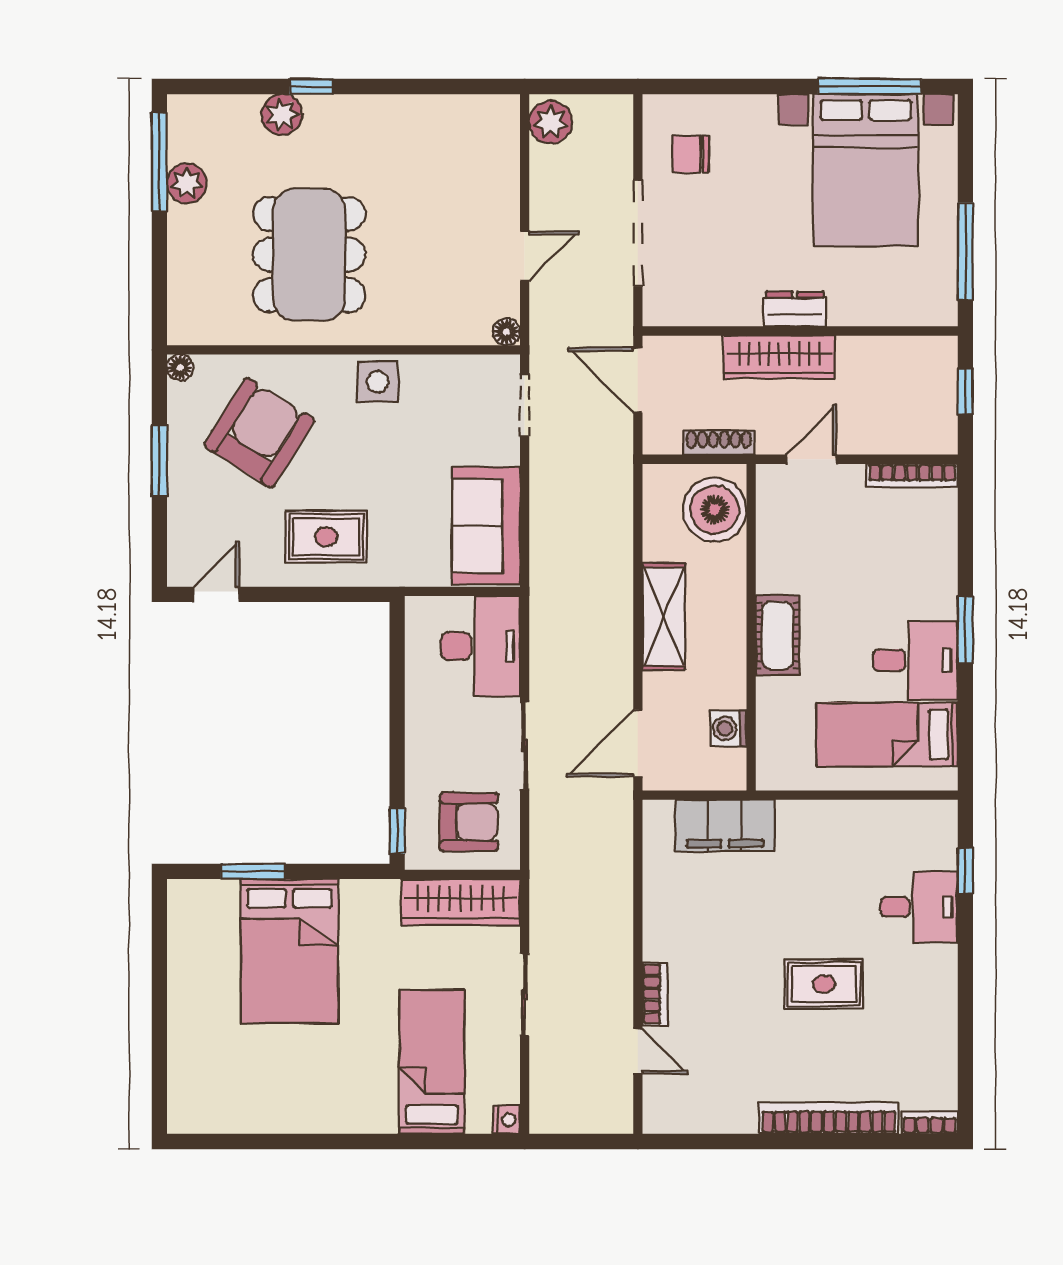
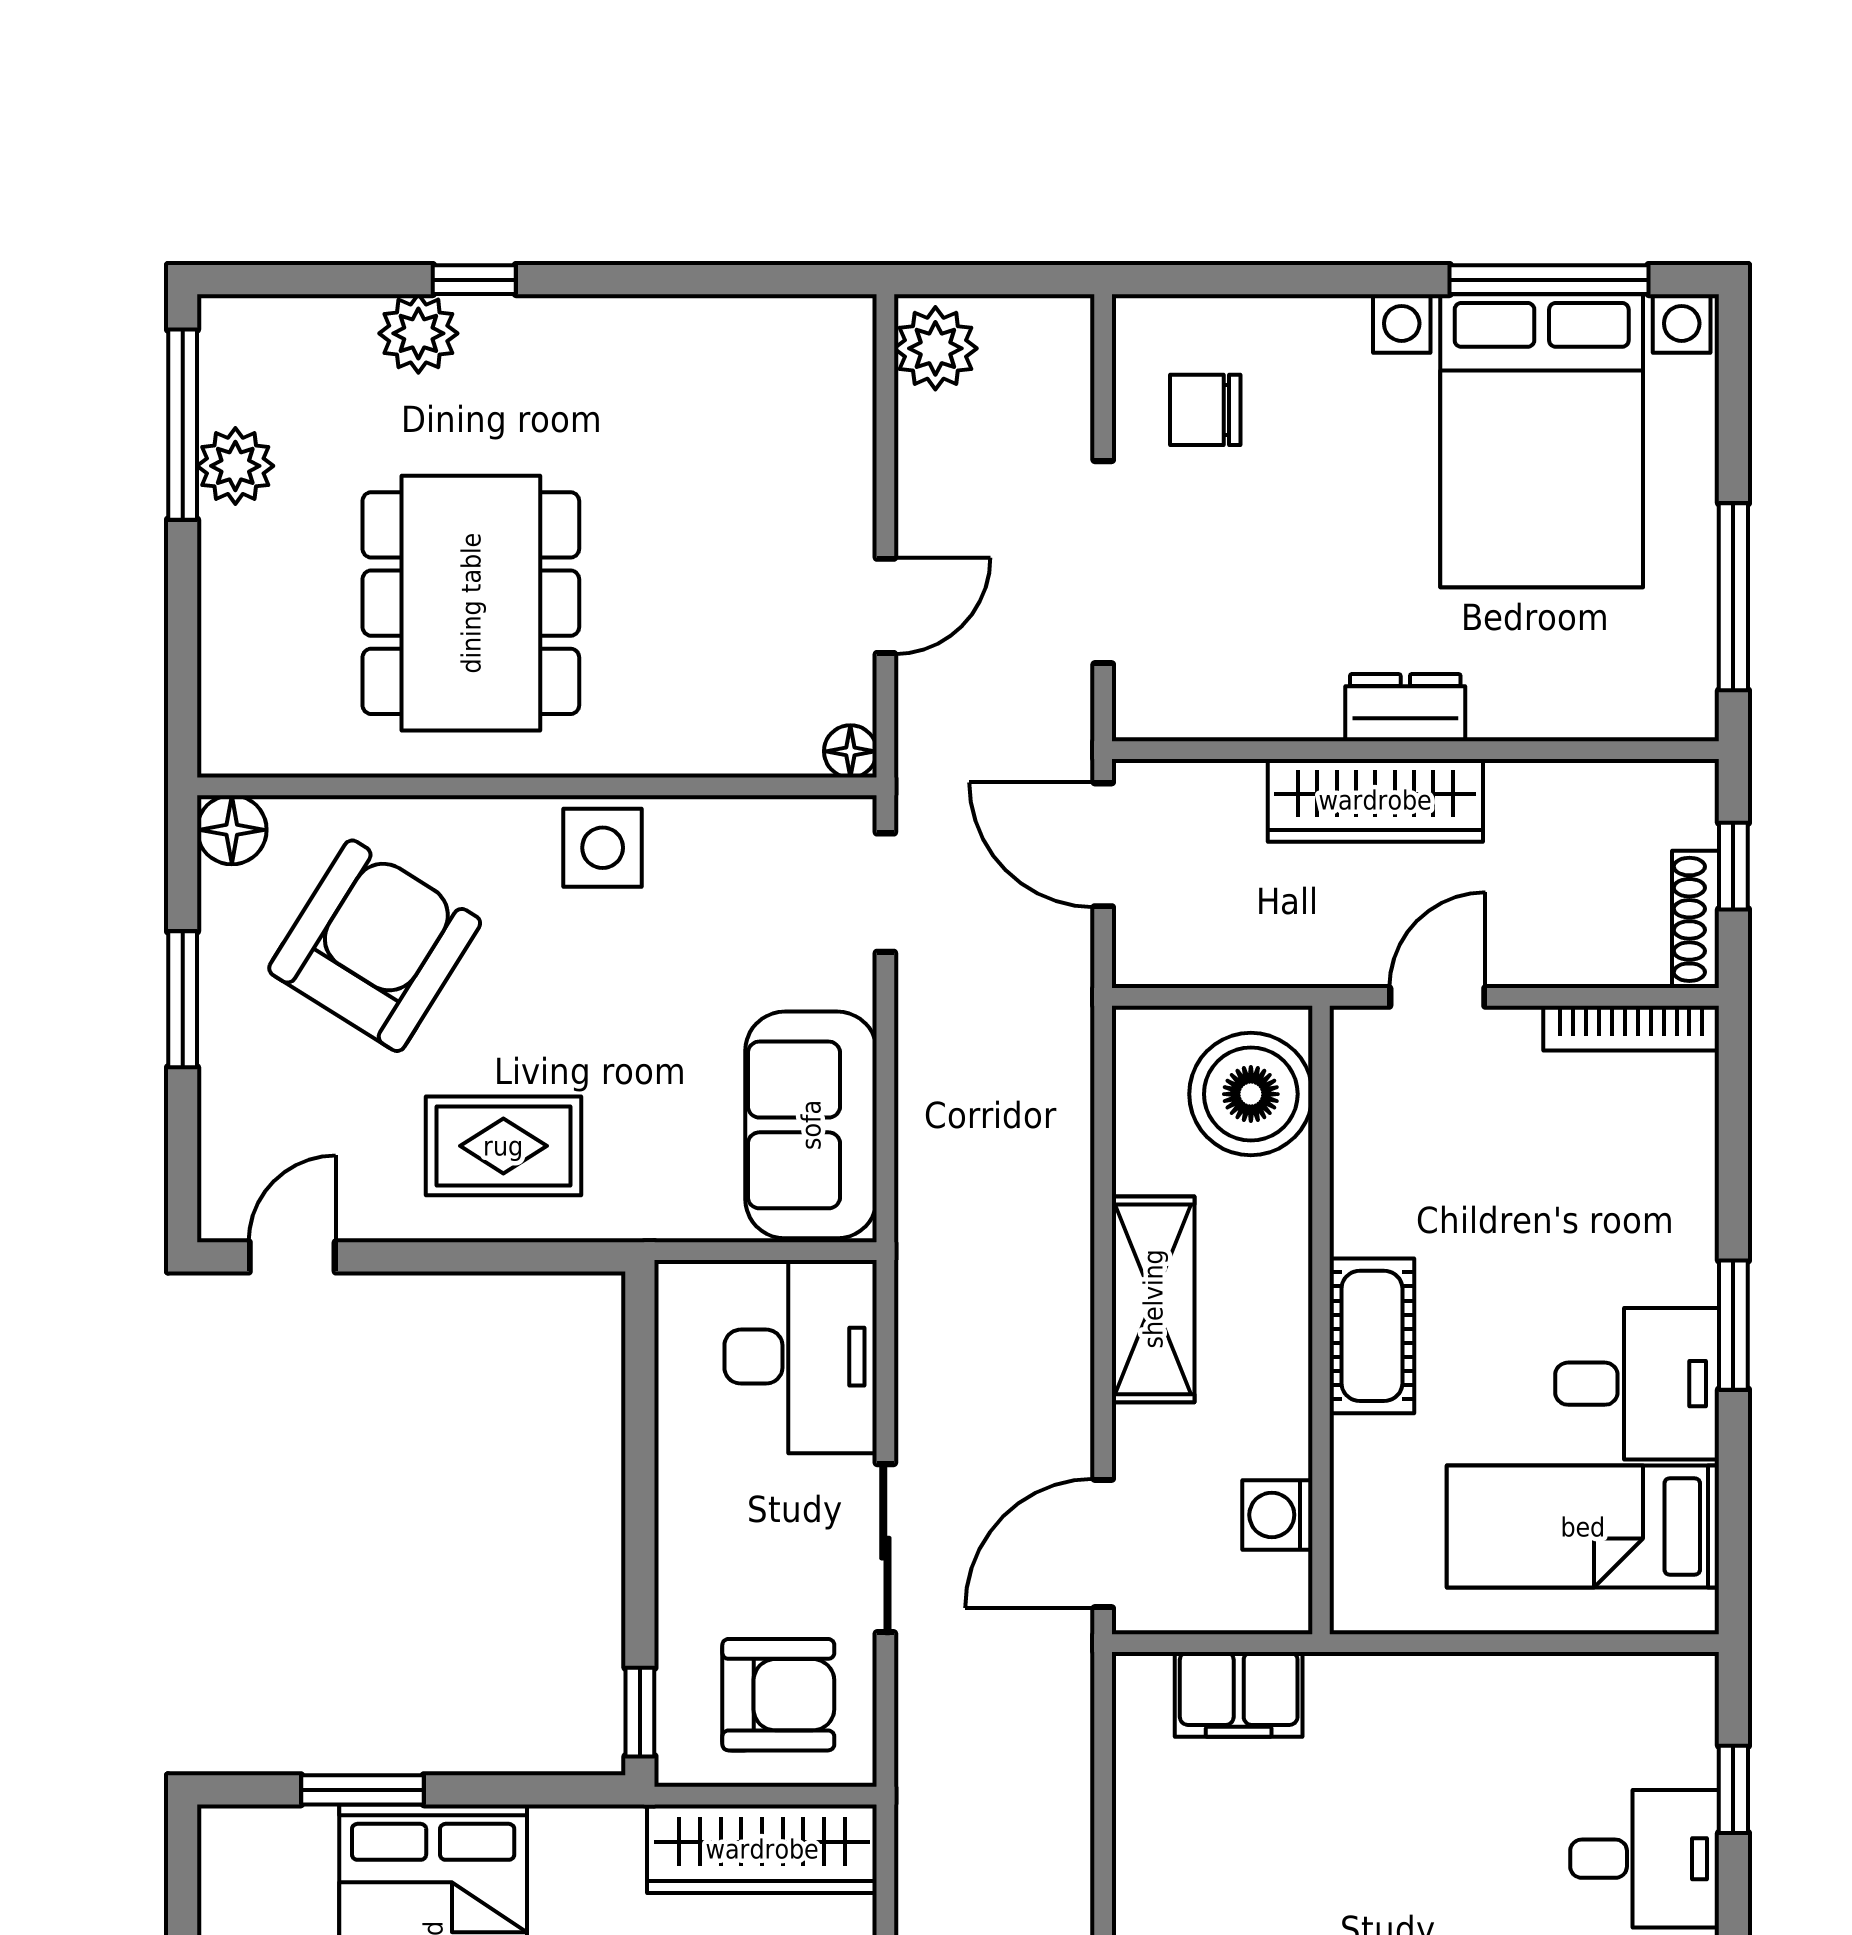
floor lamp: (180, 368) -> (232, 830), width x1.37, depth x1.37
shoe rack: (719, 443) -> (1695, 919), moved, turned -90
filing cabinet: (725, 825) -> (1239, 1694), width x0.67, depth x0.86

